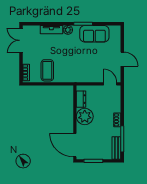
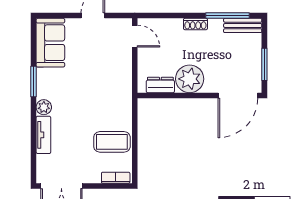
sofa: (94, 34) -> (50, 43), moved
door: (110, 84) -> (135, 36), swing flipped

